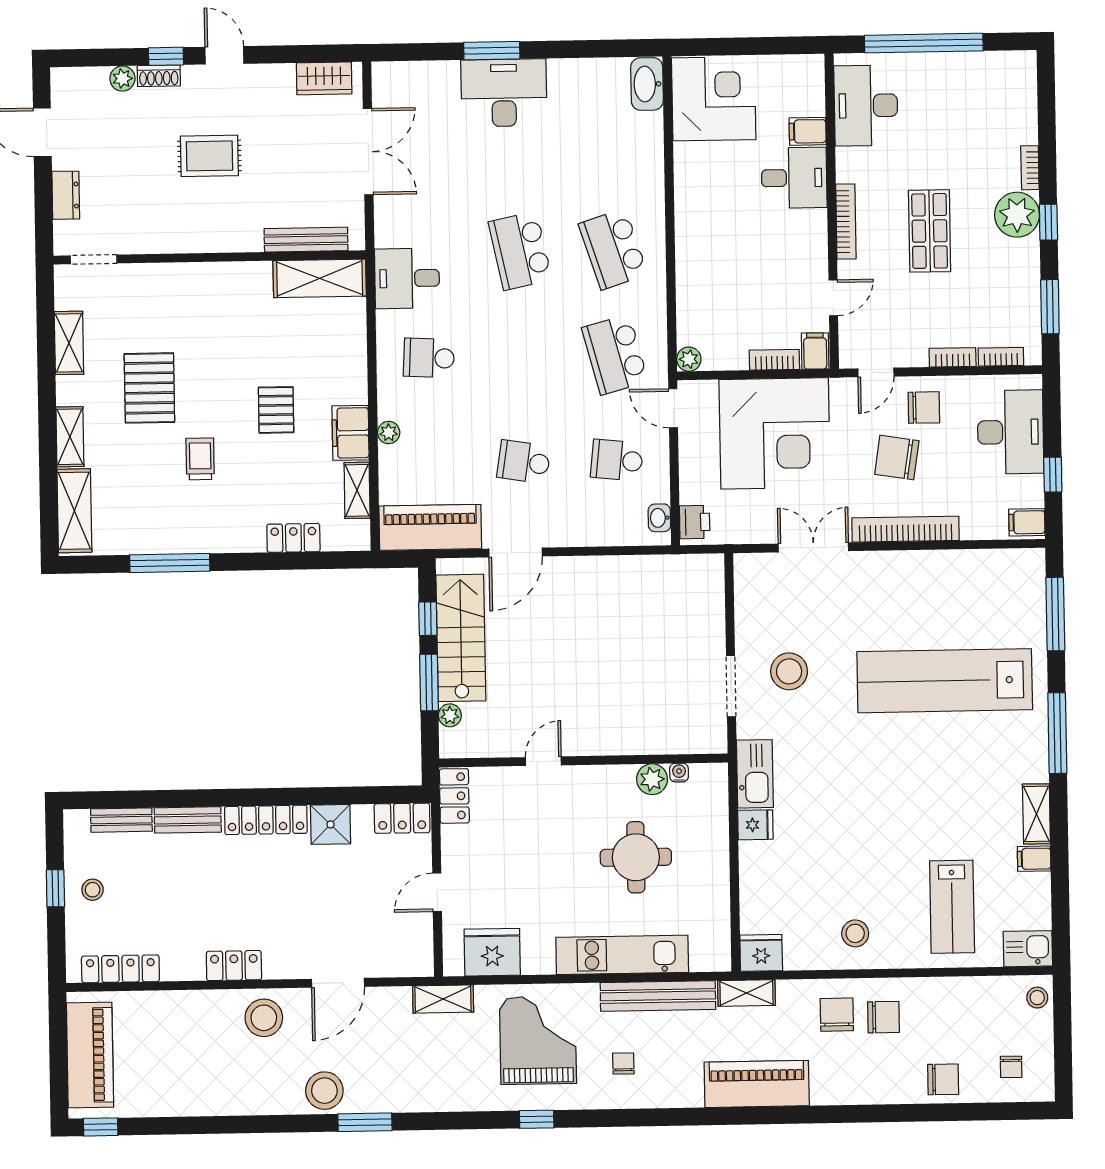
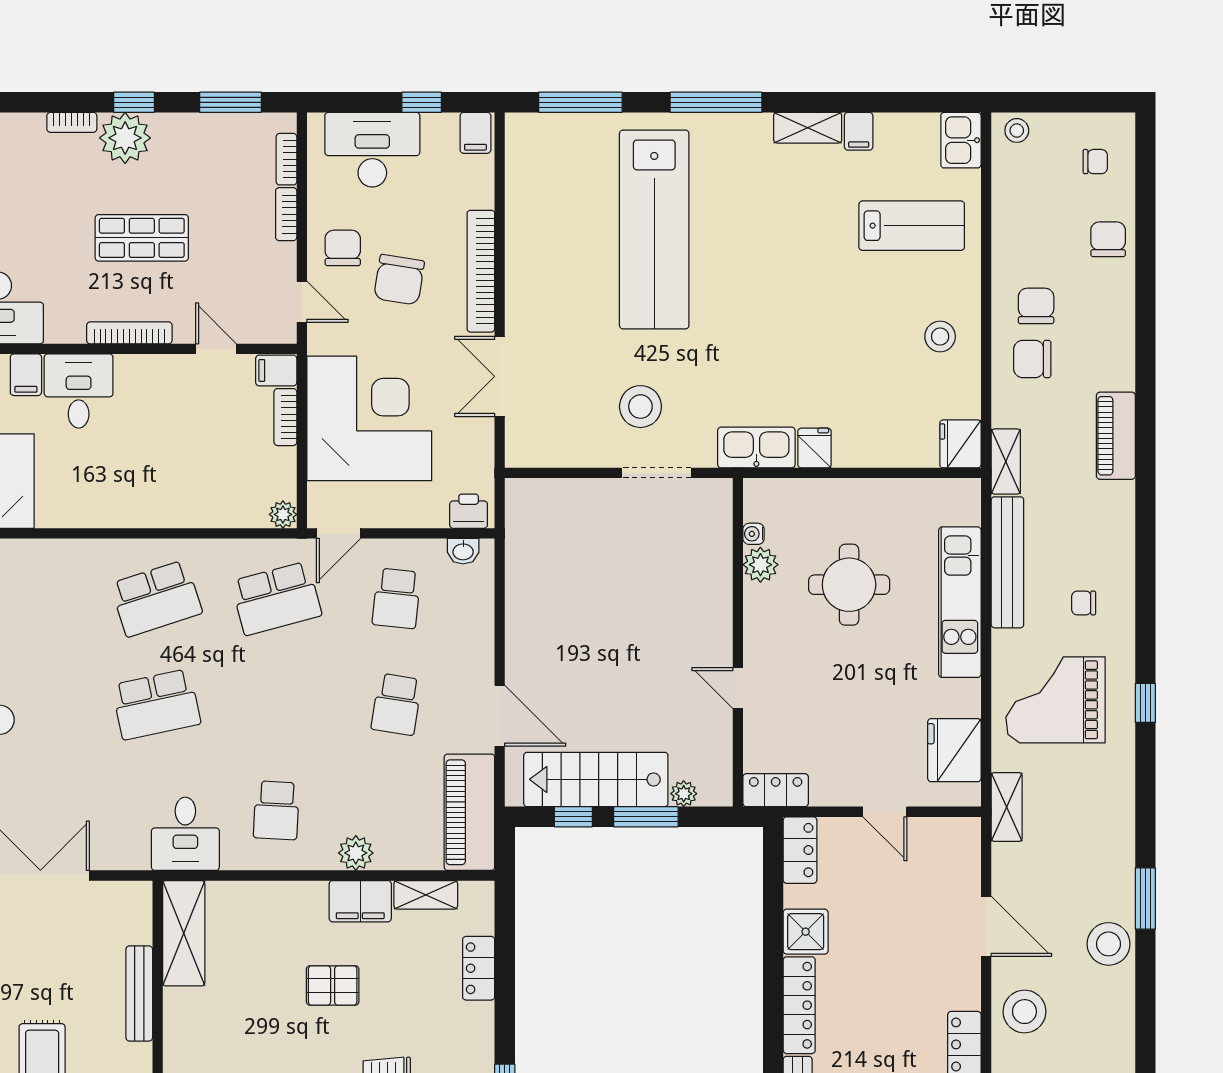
bench: (306, 240) -> (139, 993), moved
plant: (389, 433) -> (356, 853), width x1.38, depth x1.38
piano: (757, 1084) -> (1116, 436), width x0.73, depth x0.75

